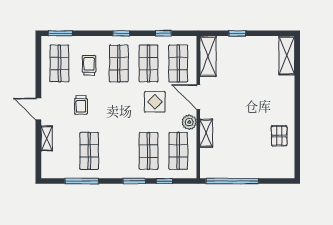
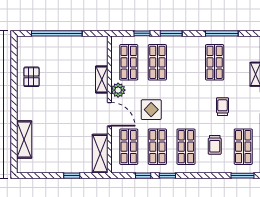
window: (121, 33) -> (167, 176), moved
shelving: (287, 55) -> (24, 140), moved
window: (232, 181) -> (57, 33), moved

